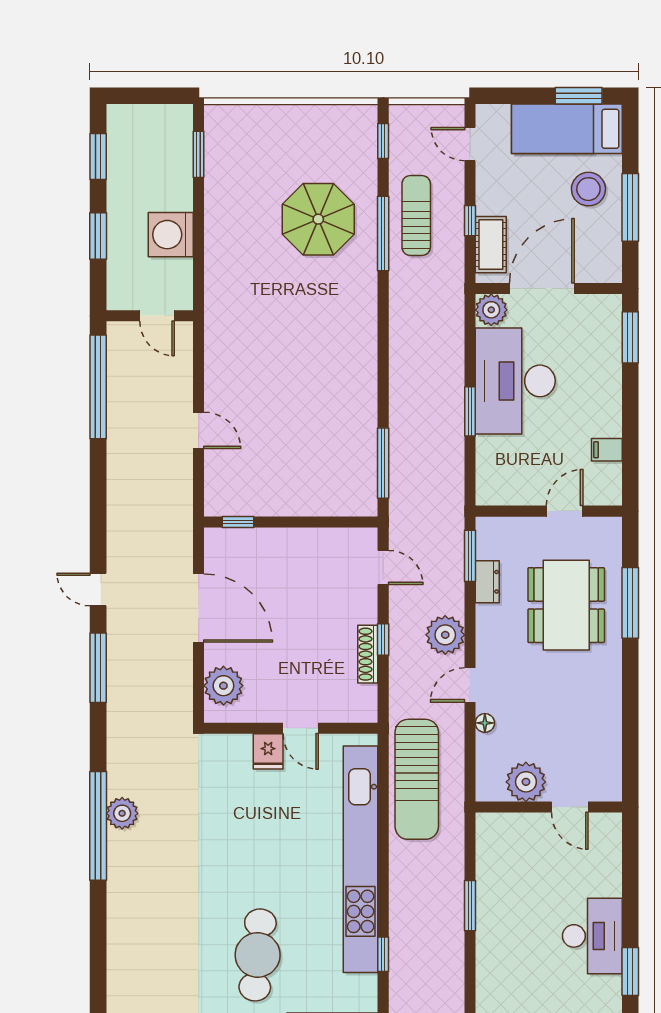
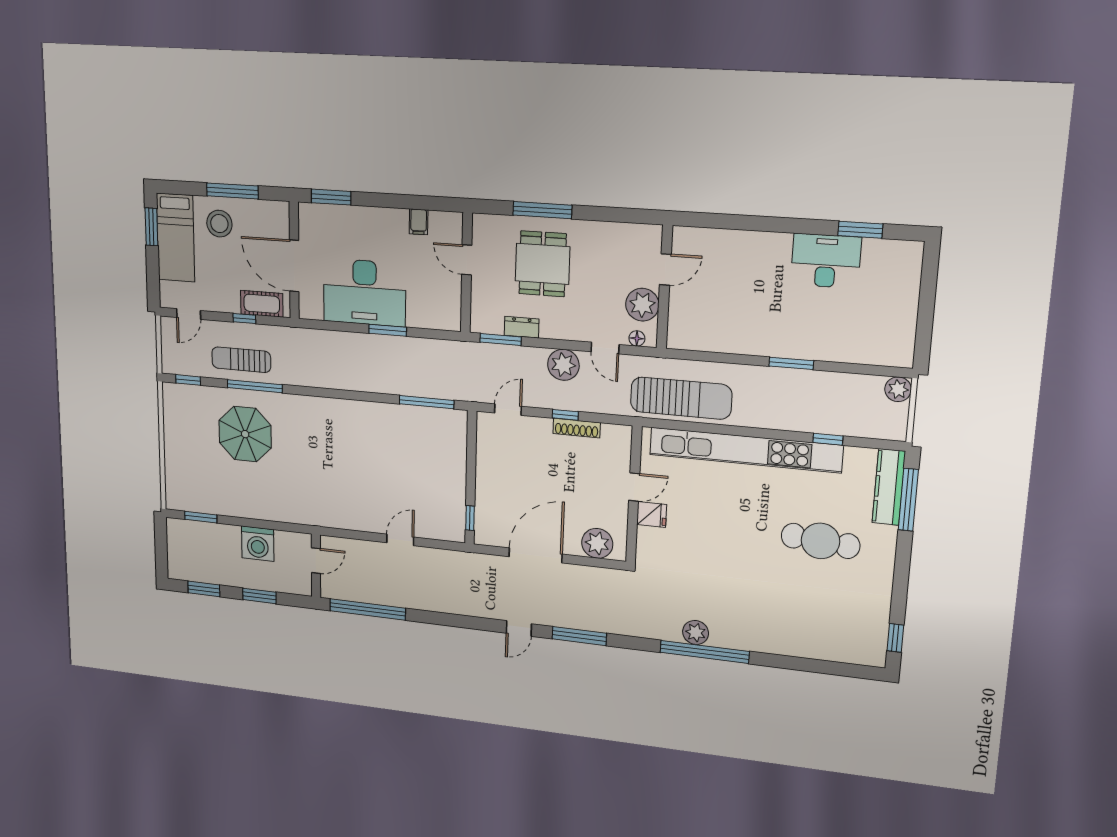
plant: (491, 310) -> (310, 307), removed
dining table: (566, 605) -> (543, 264), width x0.73
plant: (526, 782) -> (642, 305), moved
wall: (549, 807) -> (664, 287), moved
door: (570, 807) -> (665, 269), moved

